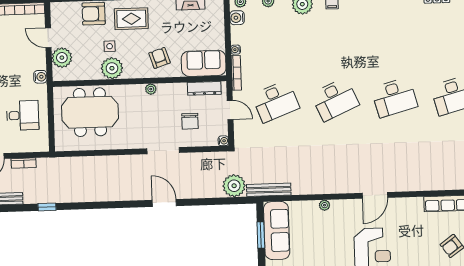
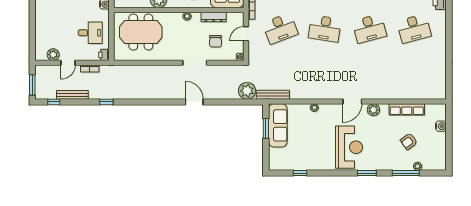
dresser: (204, 88) -> (214, 17), moved
desk: (335, 99) -> (325, 29), turned 33
door: (230, 110) -> (246, 34), swing flipped
printer: (42, 144) -> (104, 55), added
plant: (403, 205) -> (373, 110), added

